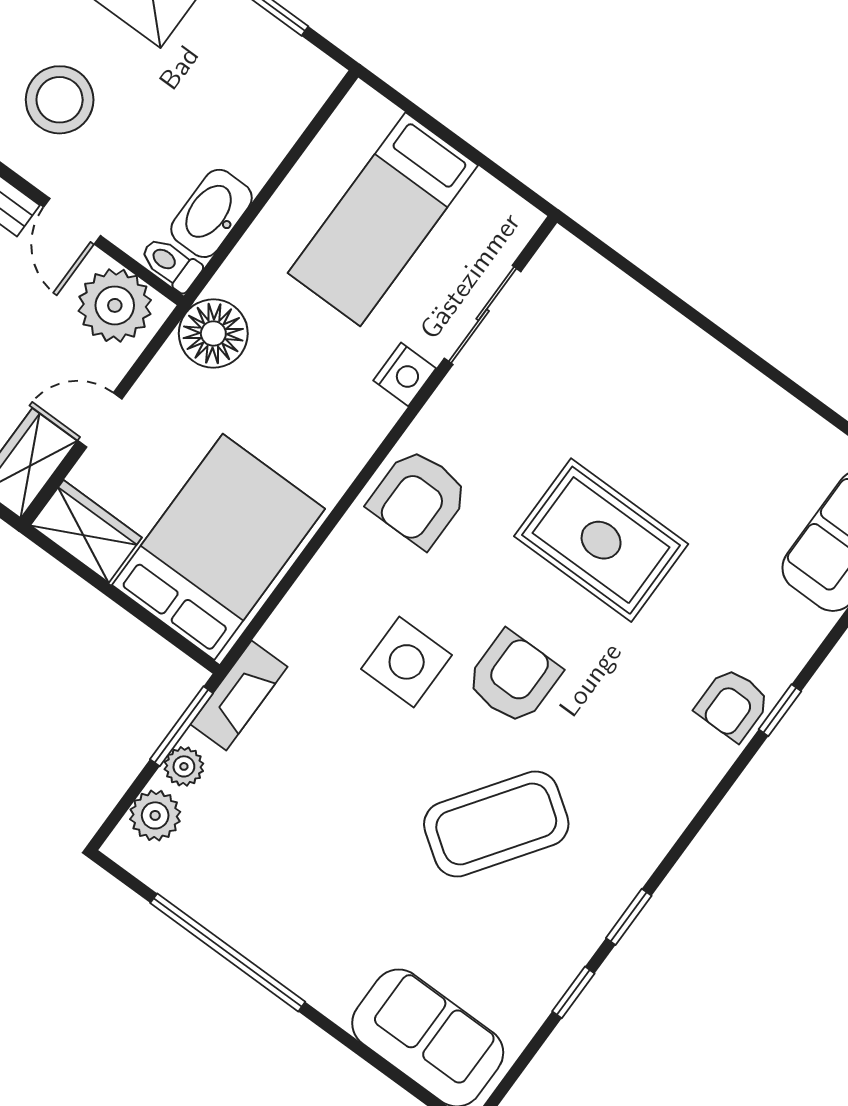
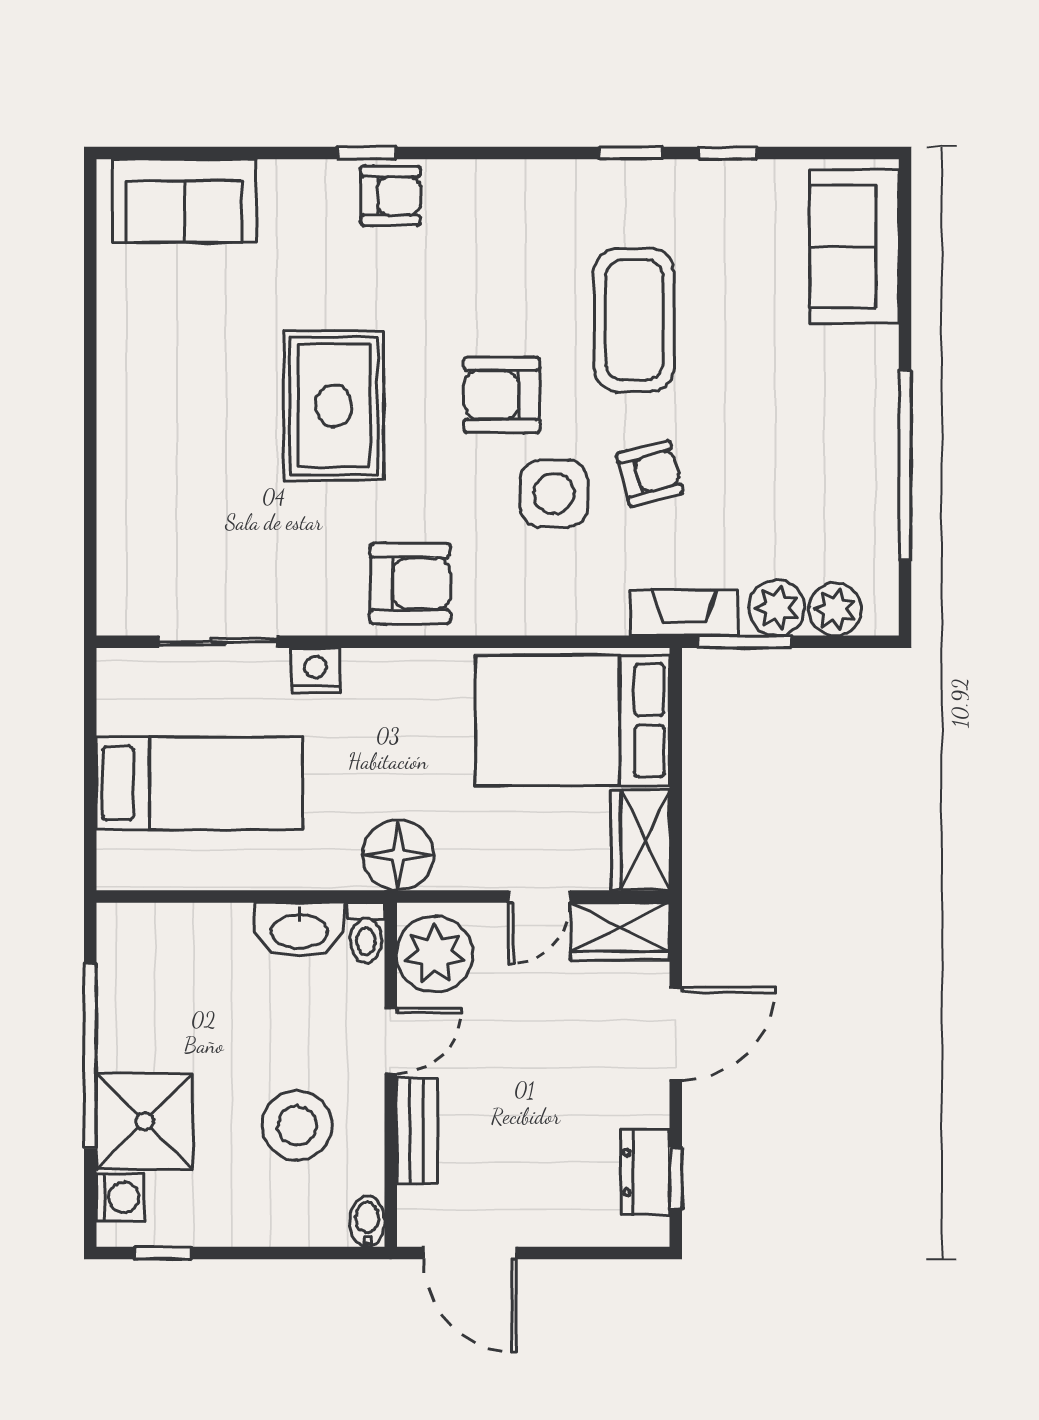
door: (100, 420) -> (539, 896), hinge flipped
armchair: (368, 748) -> (650, 473), added
plant: (184, 766) -> (777, 608), width x1.38, depth x1.38
coffee table: (496, 824) -> (634, 320), turned 55

